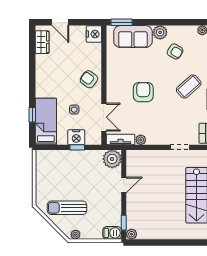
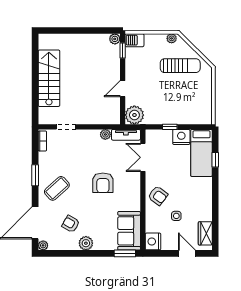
sofa: (133, 37) -> (129, 231), moved, turned -90
side table: (74, 110) -> (176, 216), moved
nightstand: (76, 137) -> (181, 137), moved

